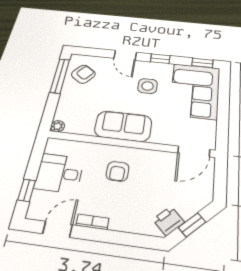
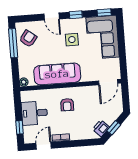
sofa: (123, 126) -> (57, 74), width x1.36

